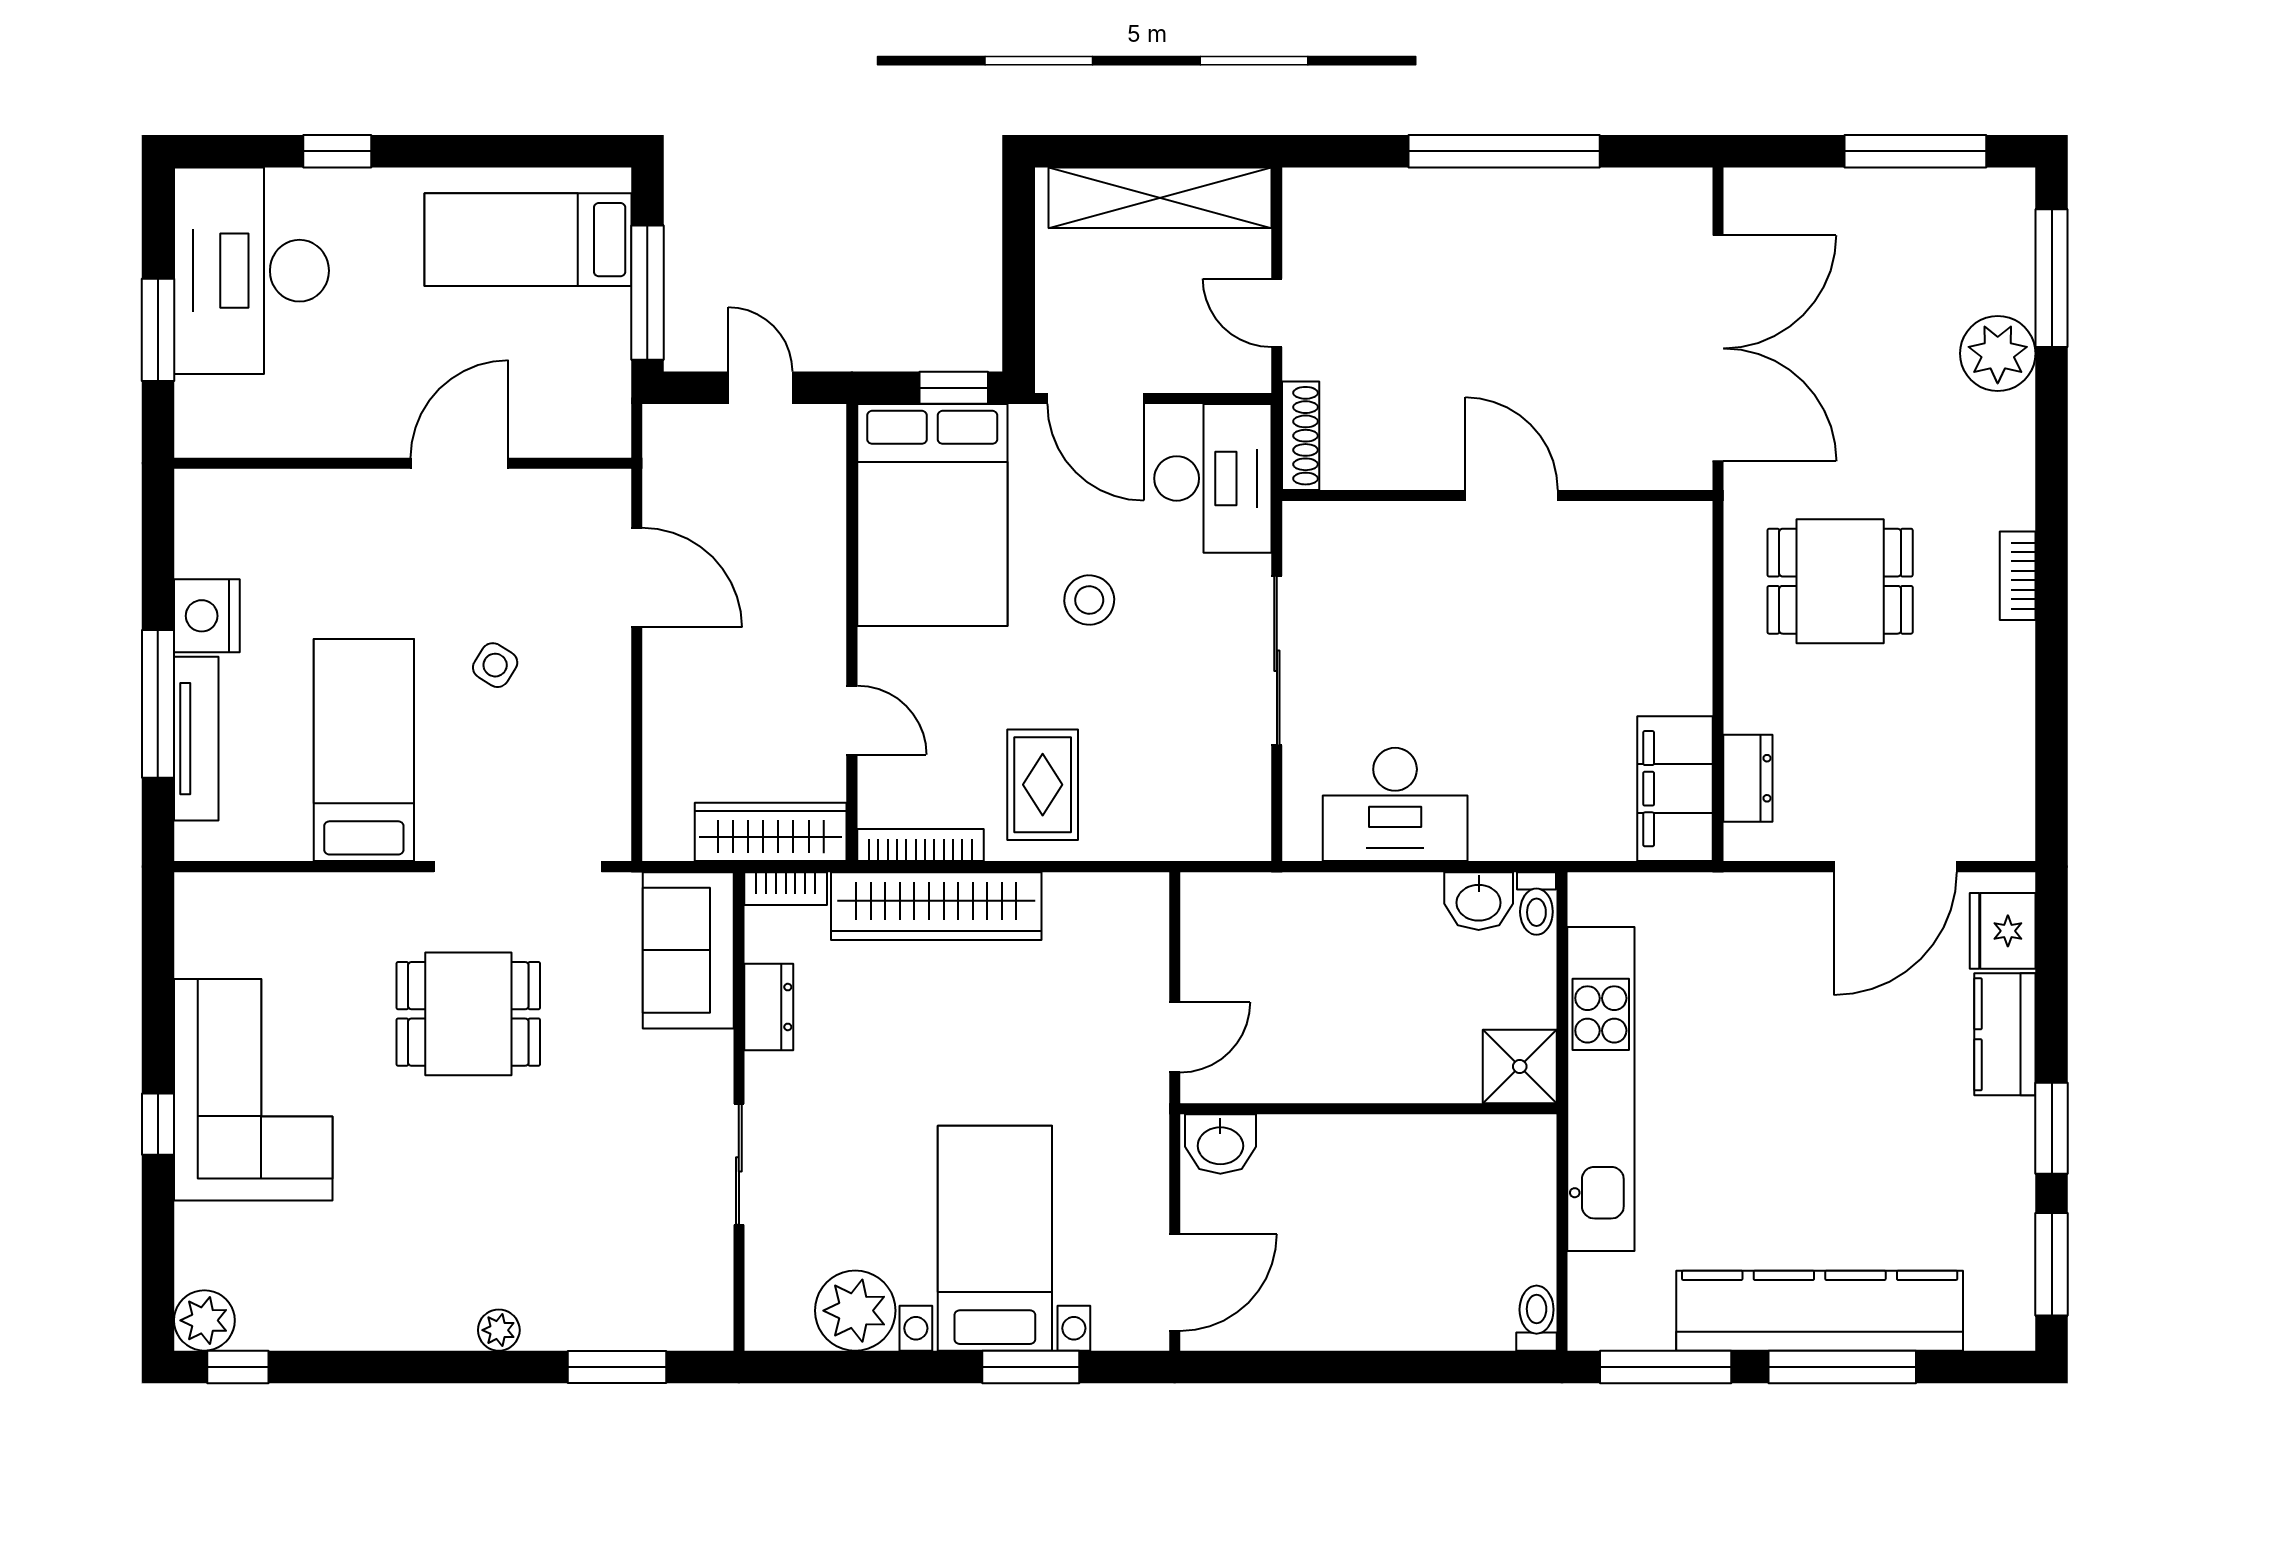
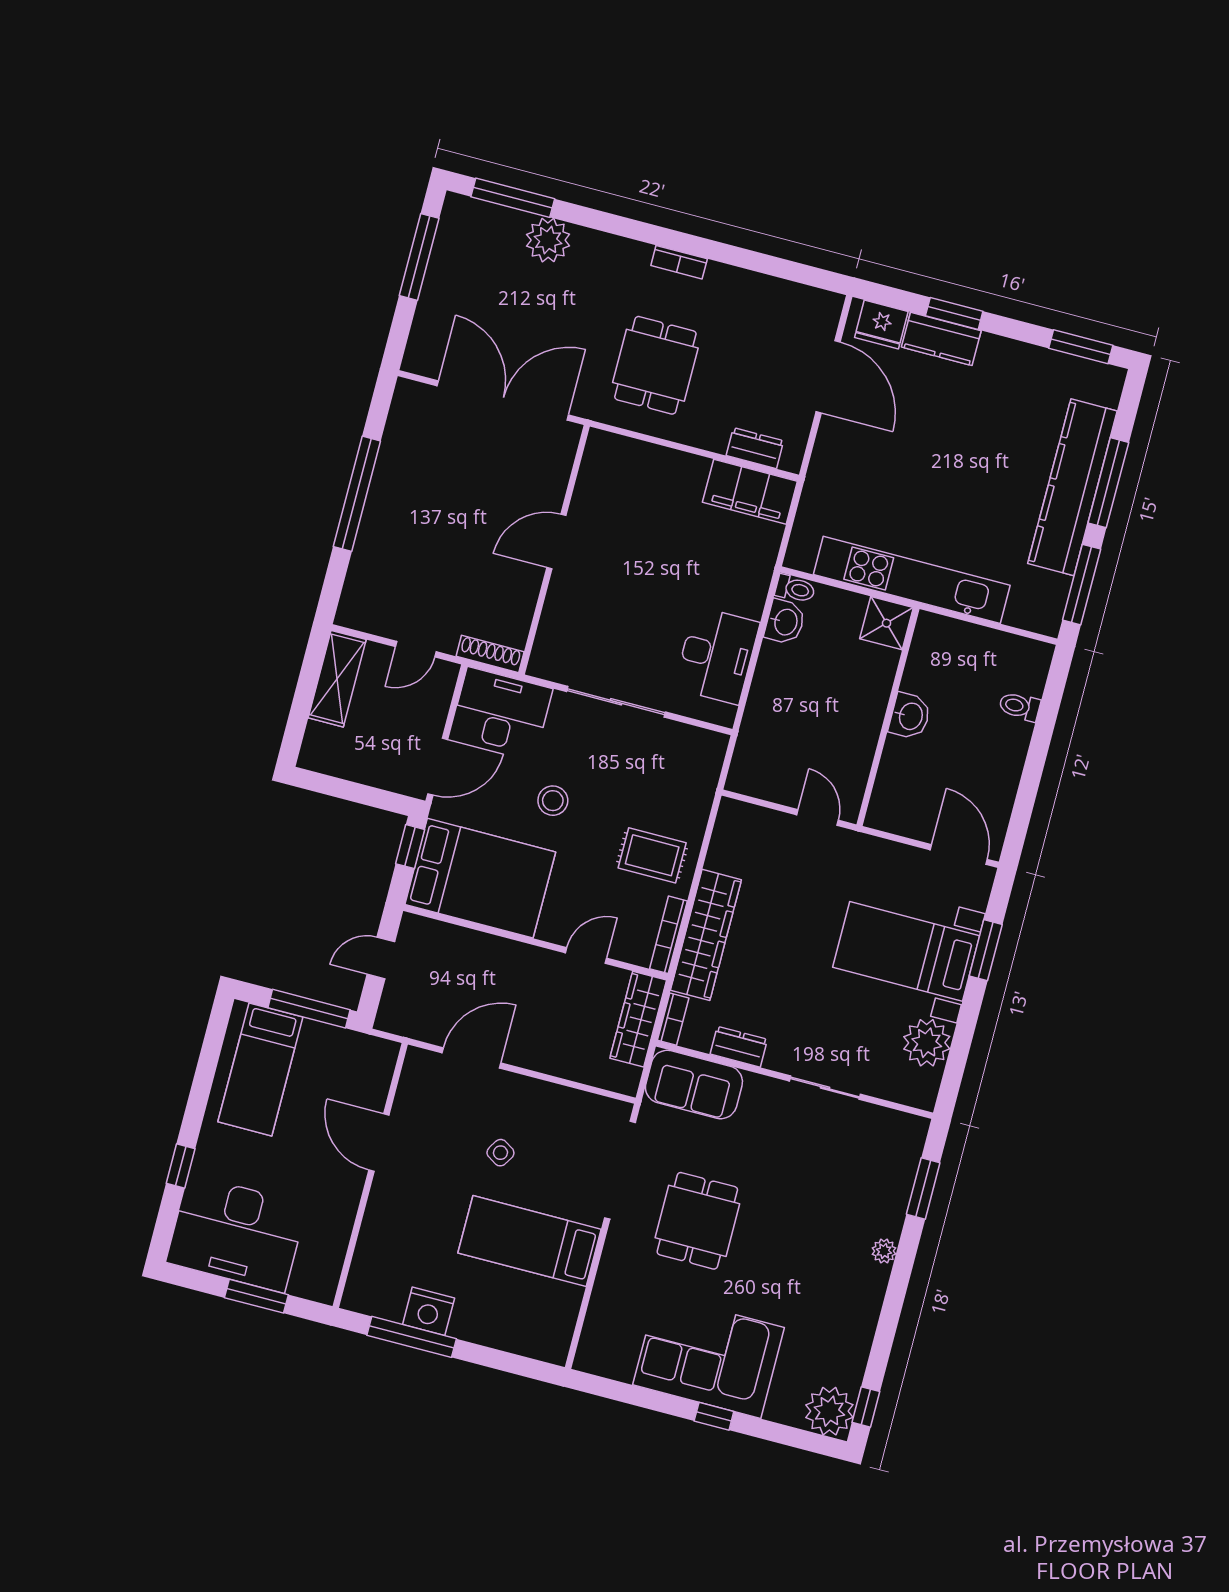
shelving: (1160, 198) -> (337, 679), width x0.68
window: (158, 704) -> (412, 1337), moved
tv unit: (196, 739) -> (498, 1336), removed
window: (2052, 1128) -> (954, 314), moved
washbasin: (1220, 1144) -> (910, 716), moved
toilet: (1537, 1318) -> (1020, 706), moved
plant: (204, 1320) -> (829, 1411), width x1.36, depth x1.36

